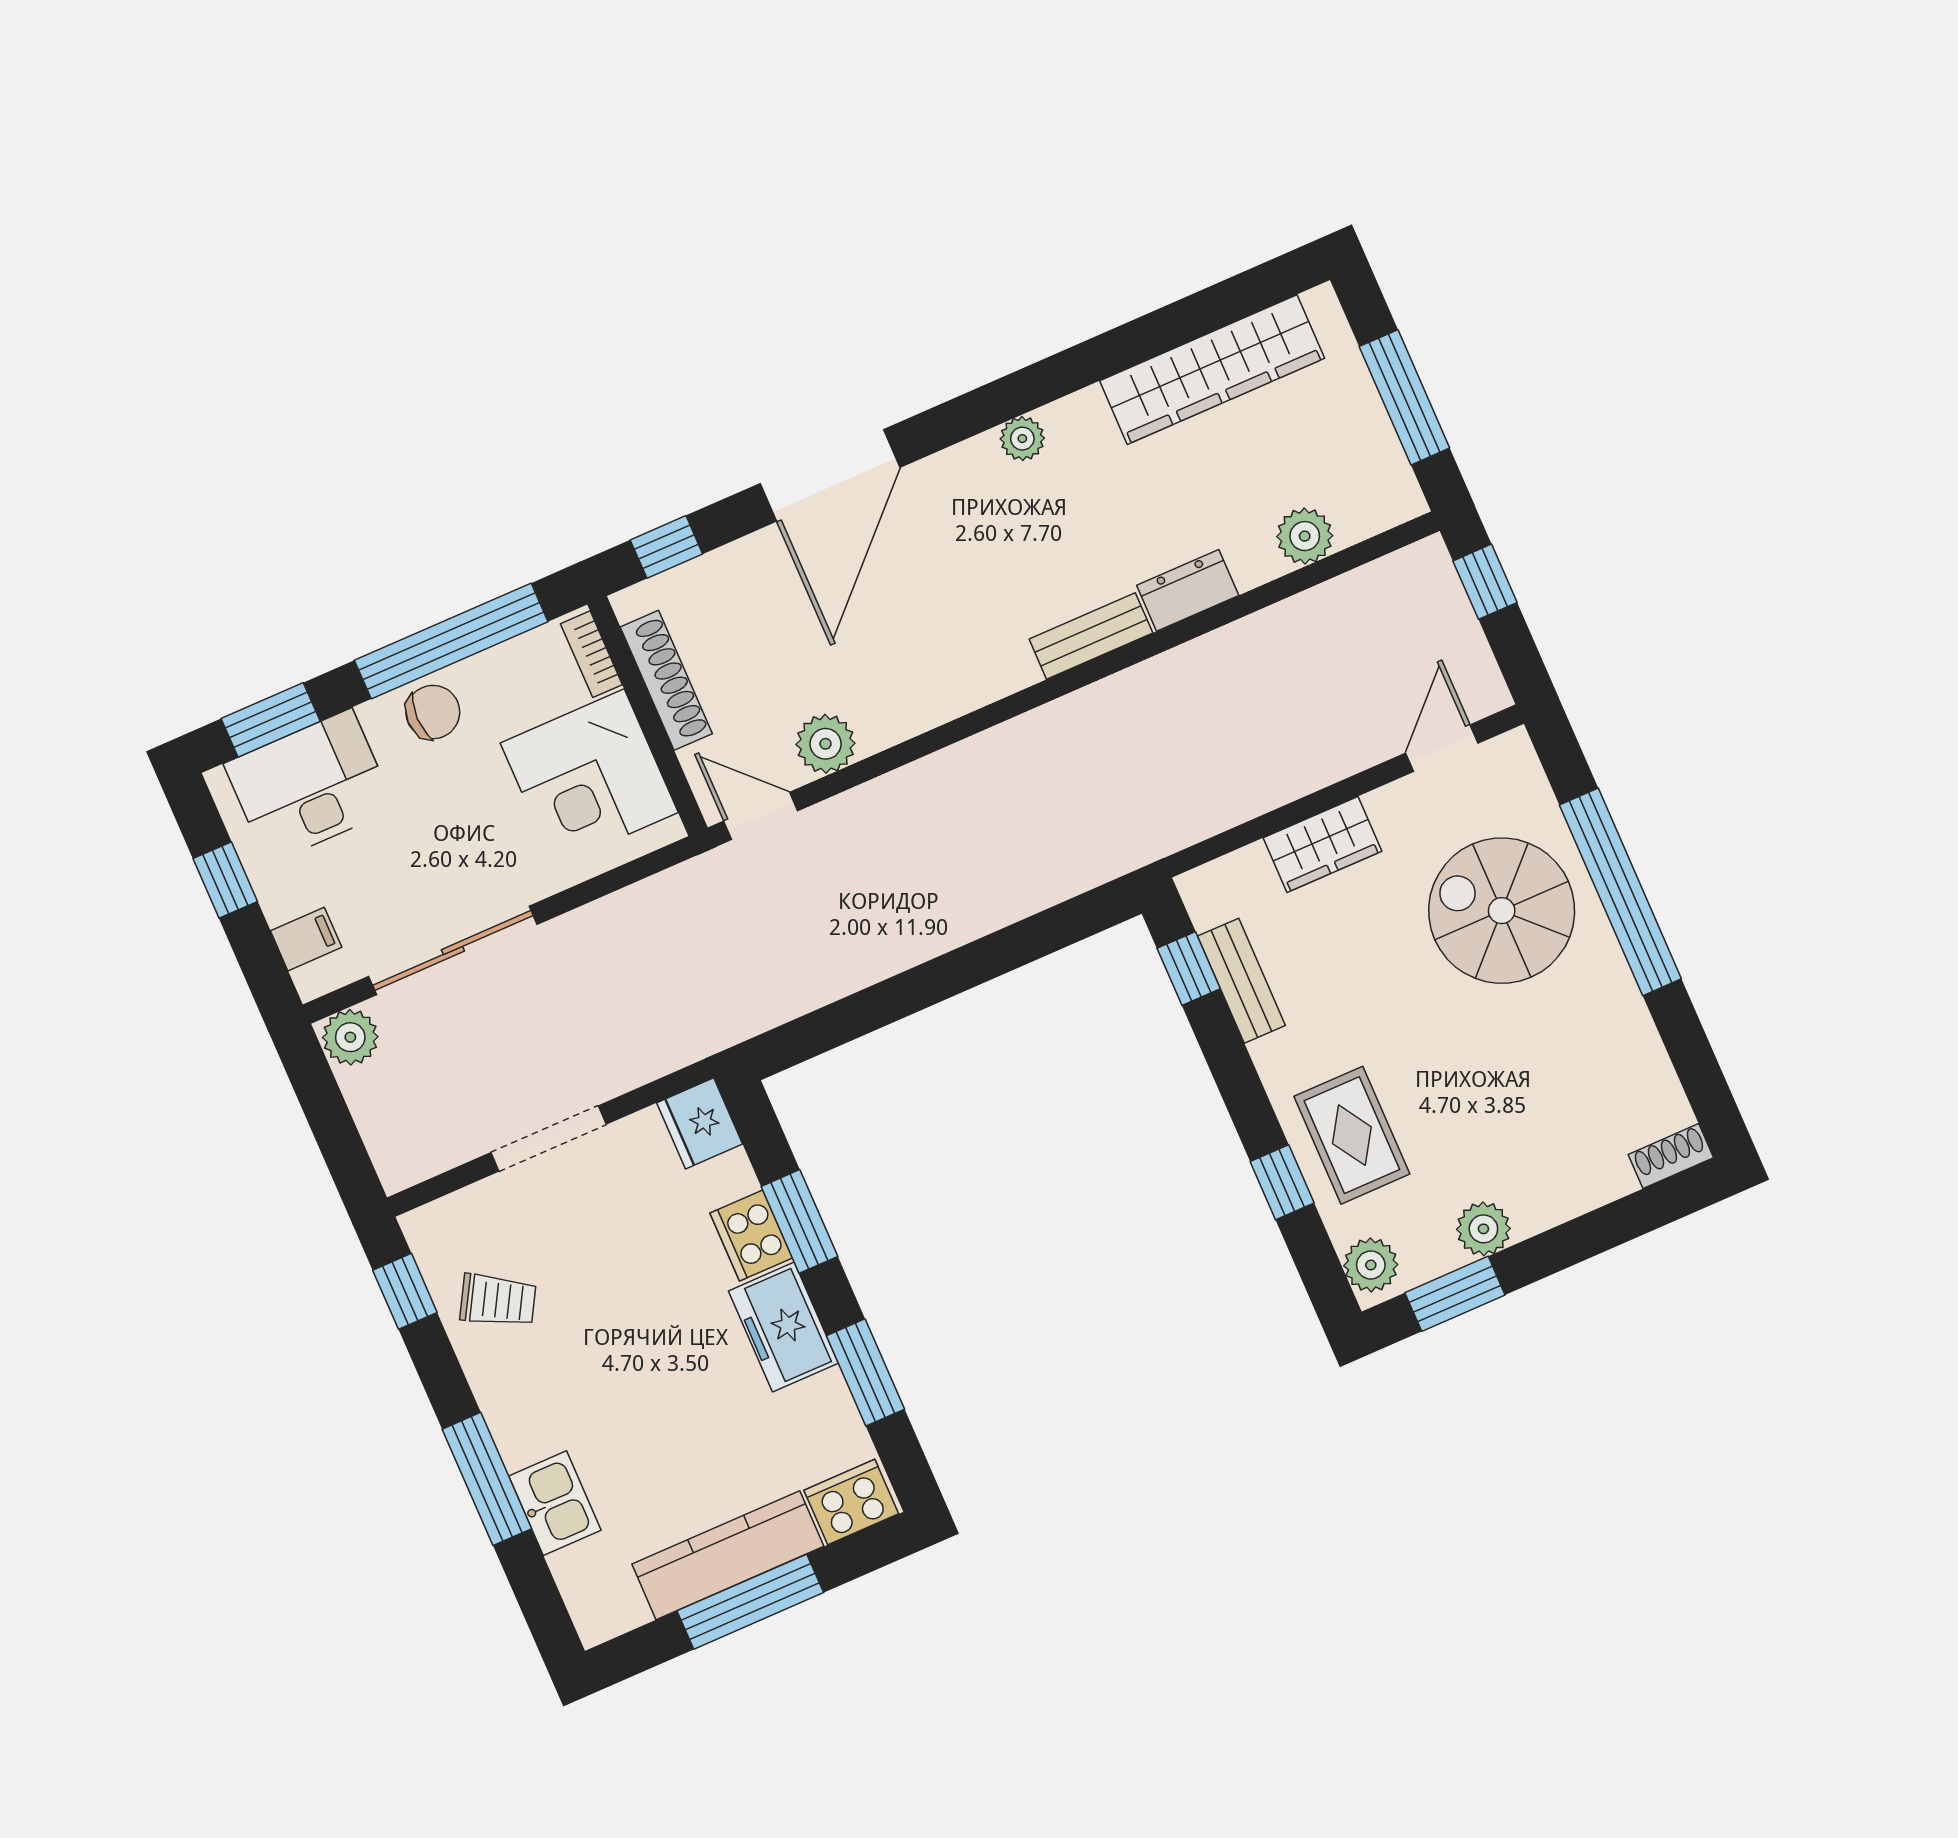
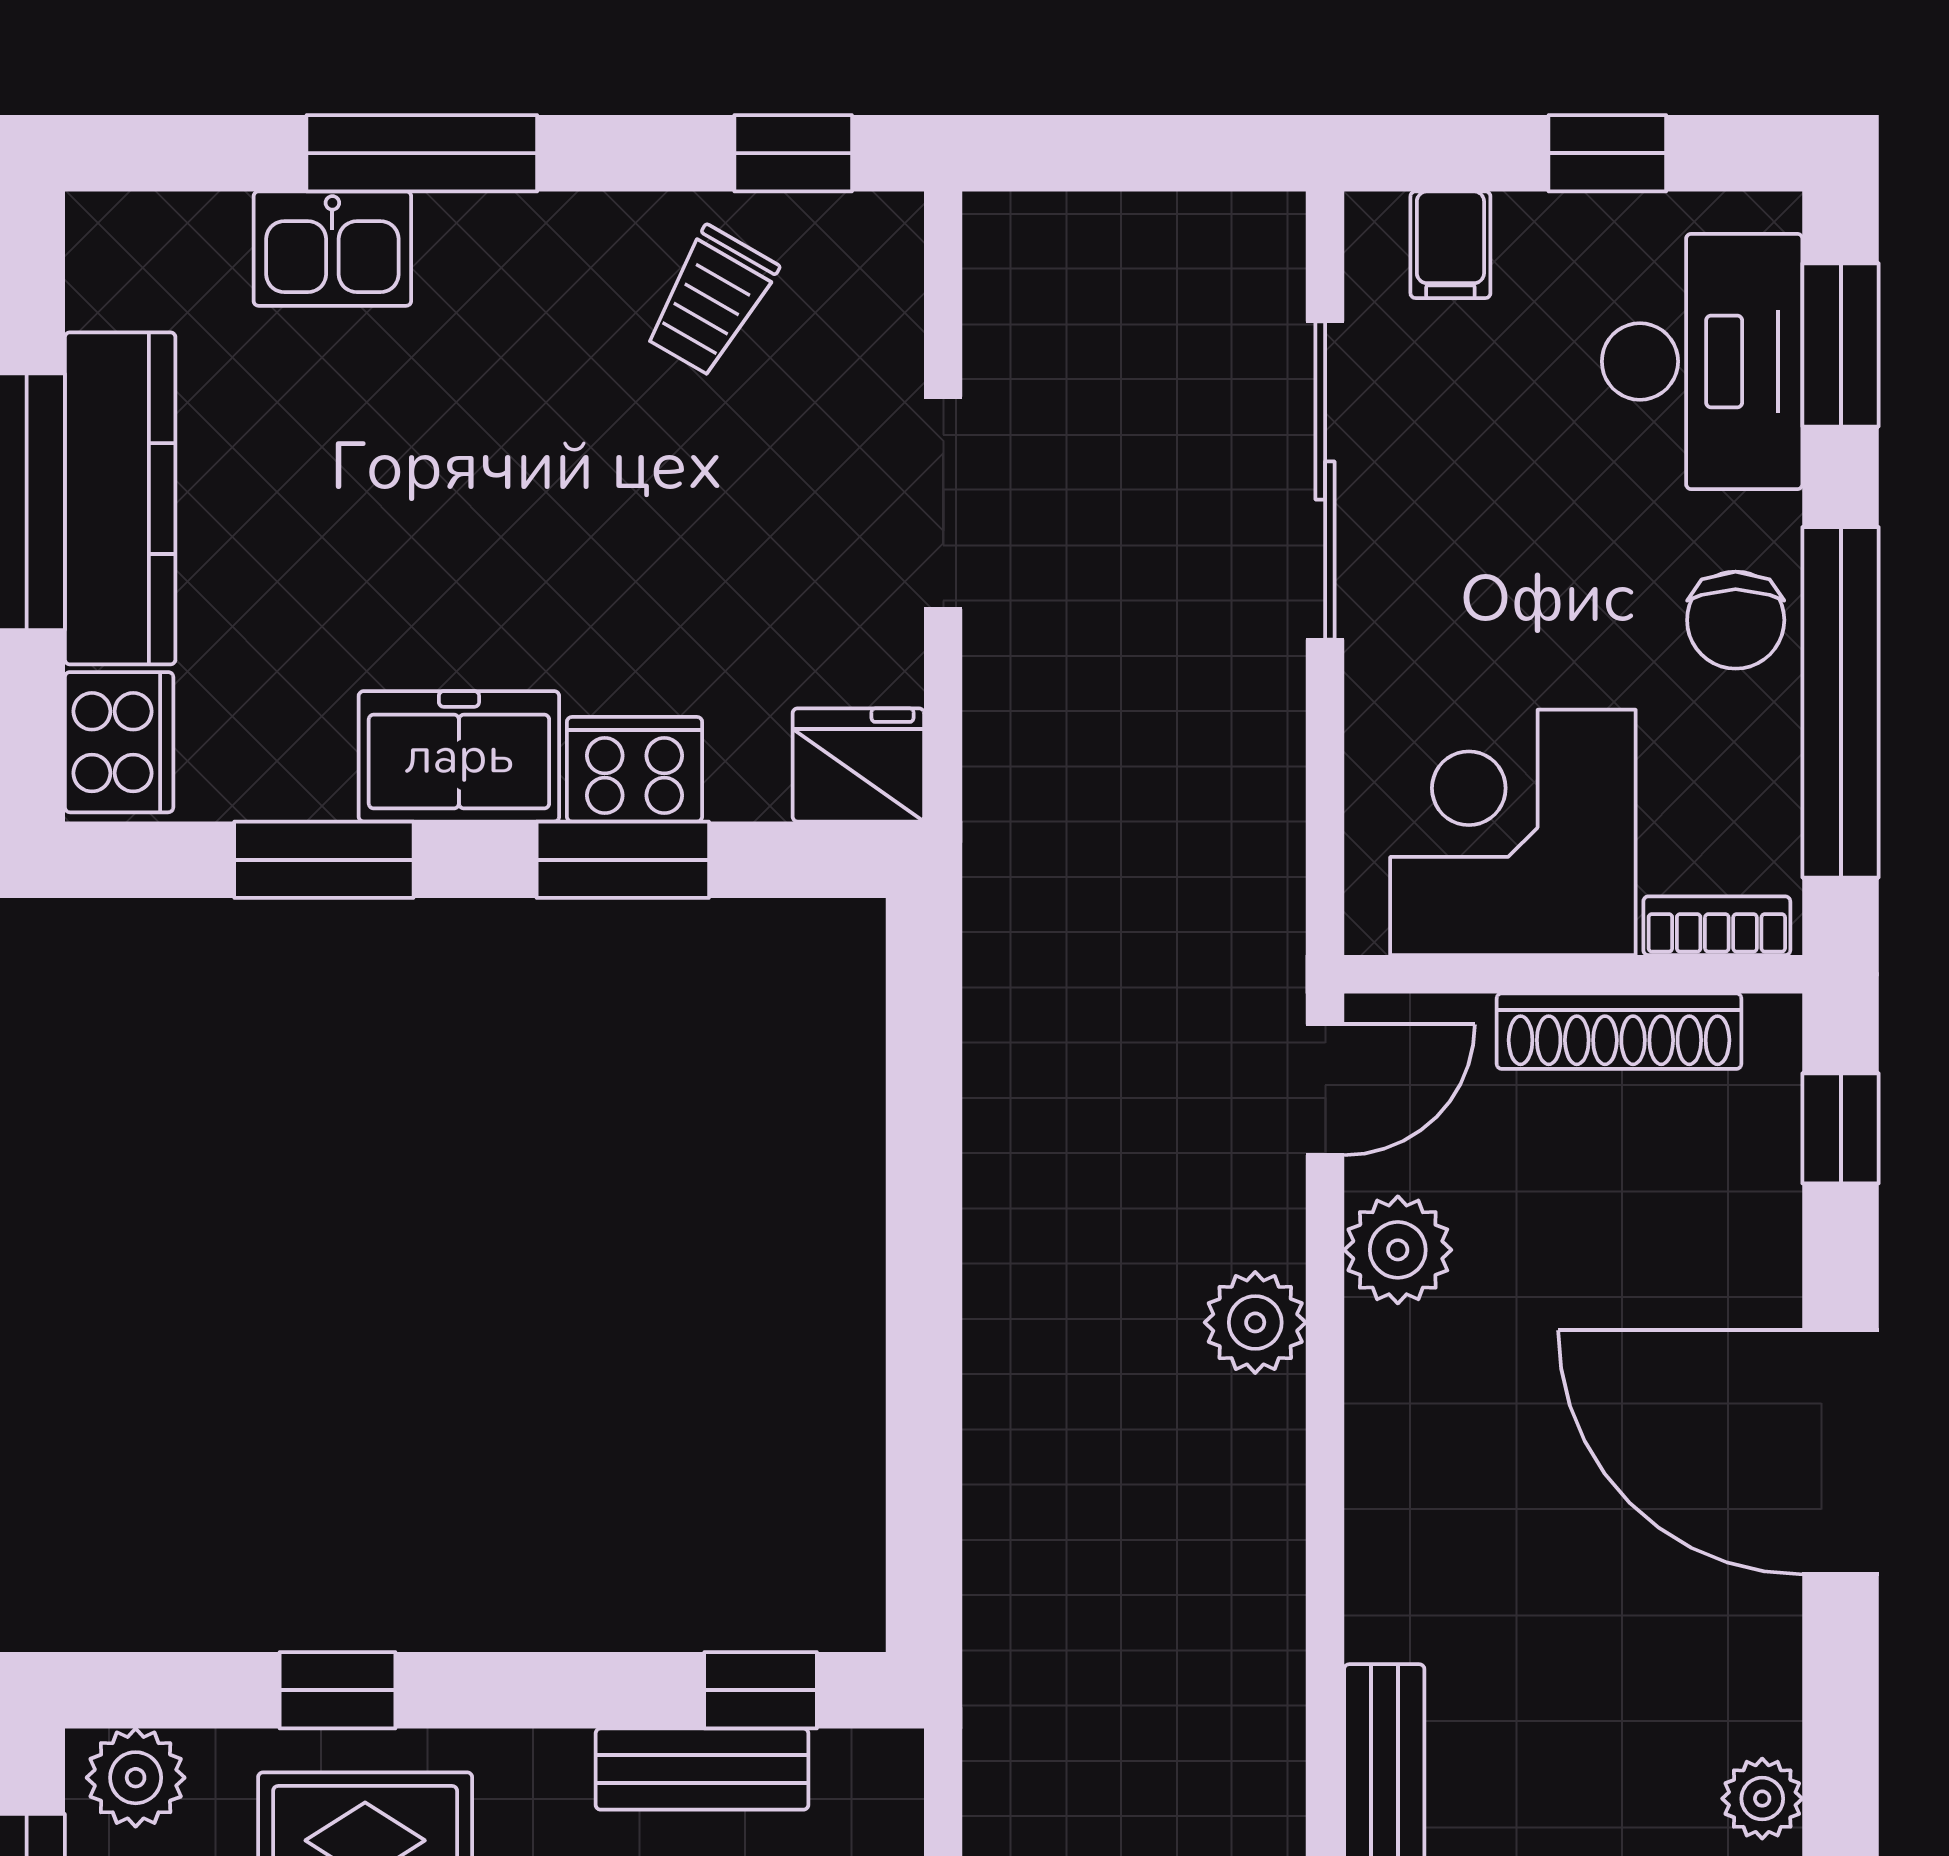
plant: (350, 1037) -> (1255, 1322), moved

